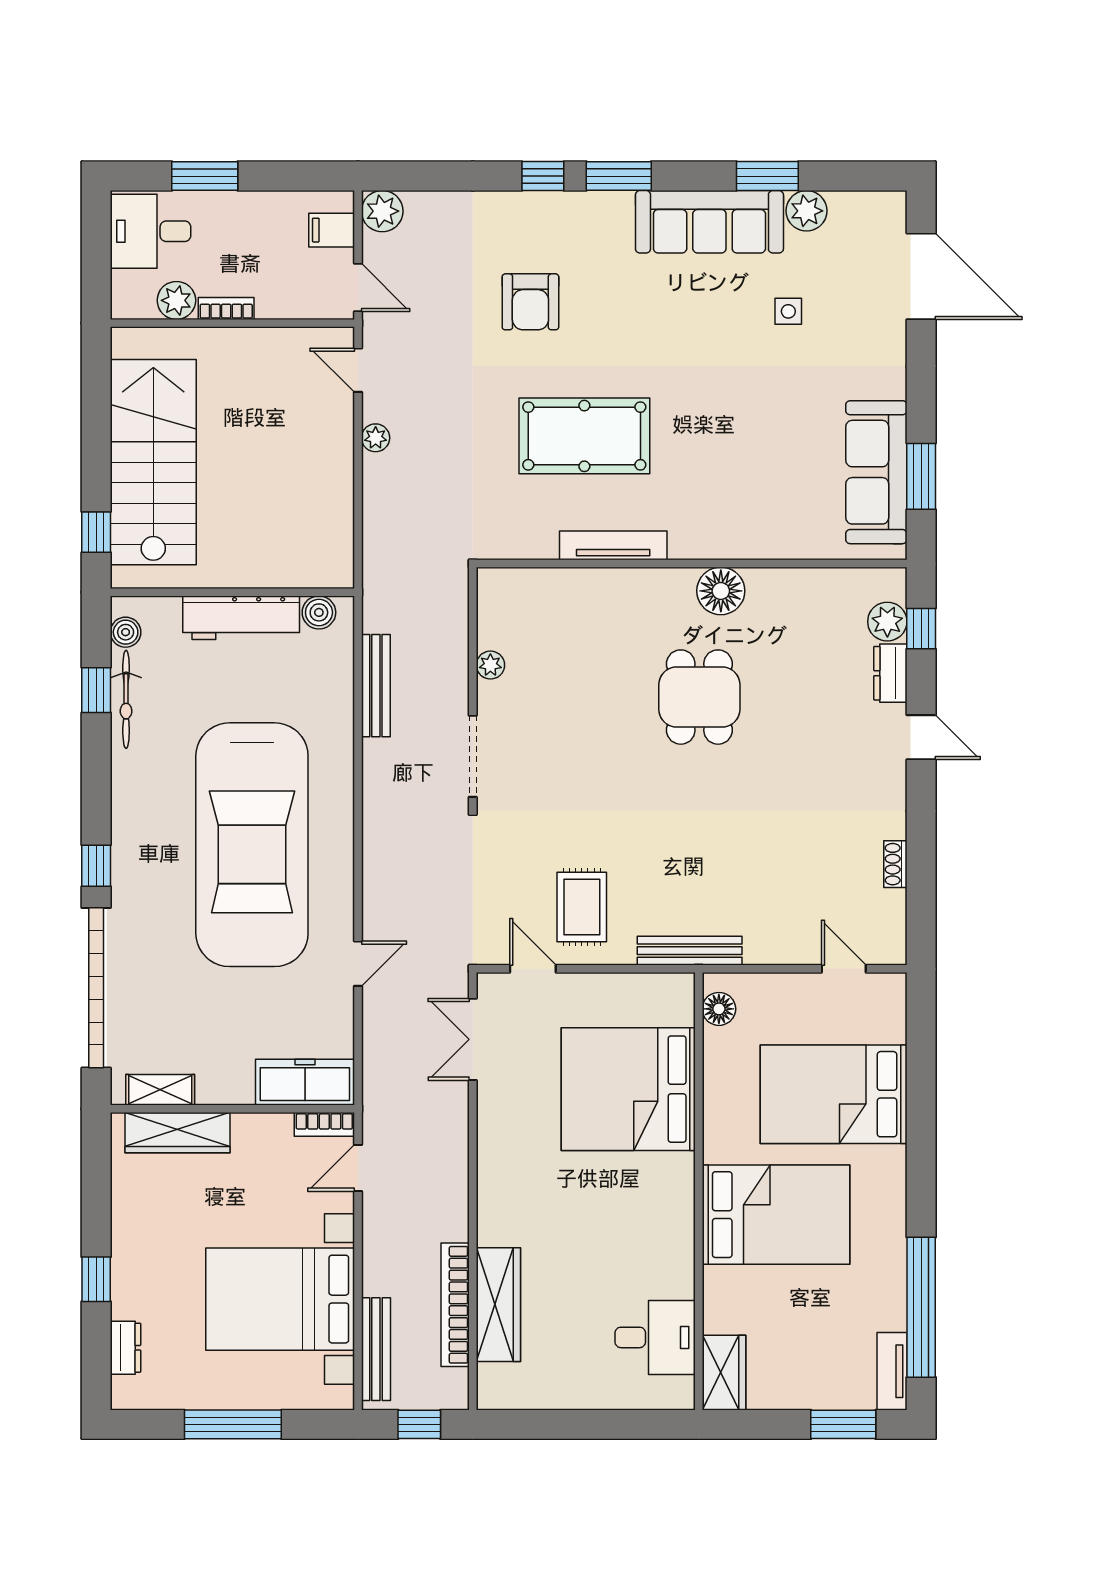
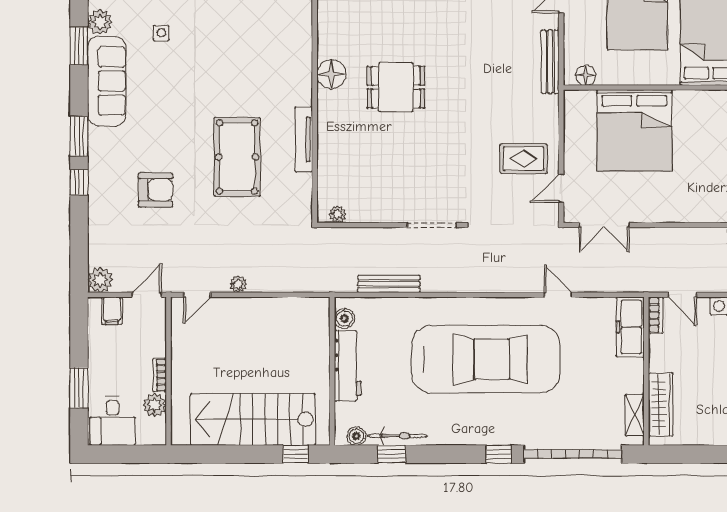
plant: (490, 665) -> (338, 214), moved
bench: (690, 951) -> (550, 62), moved

